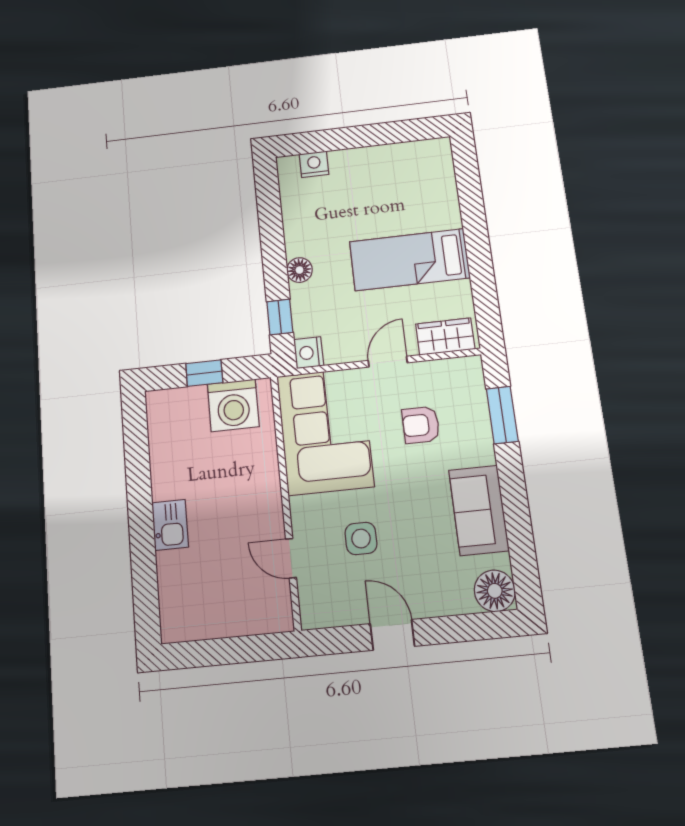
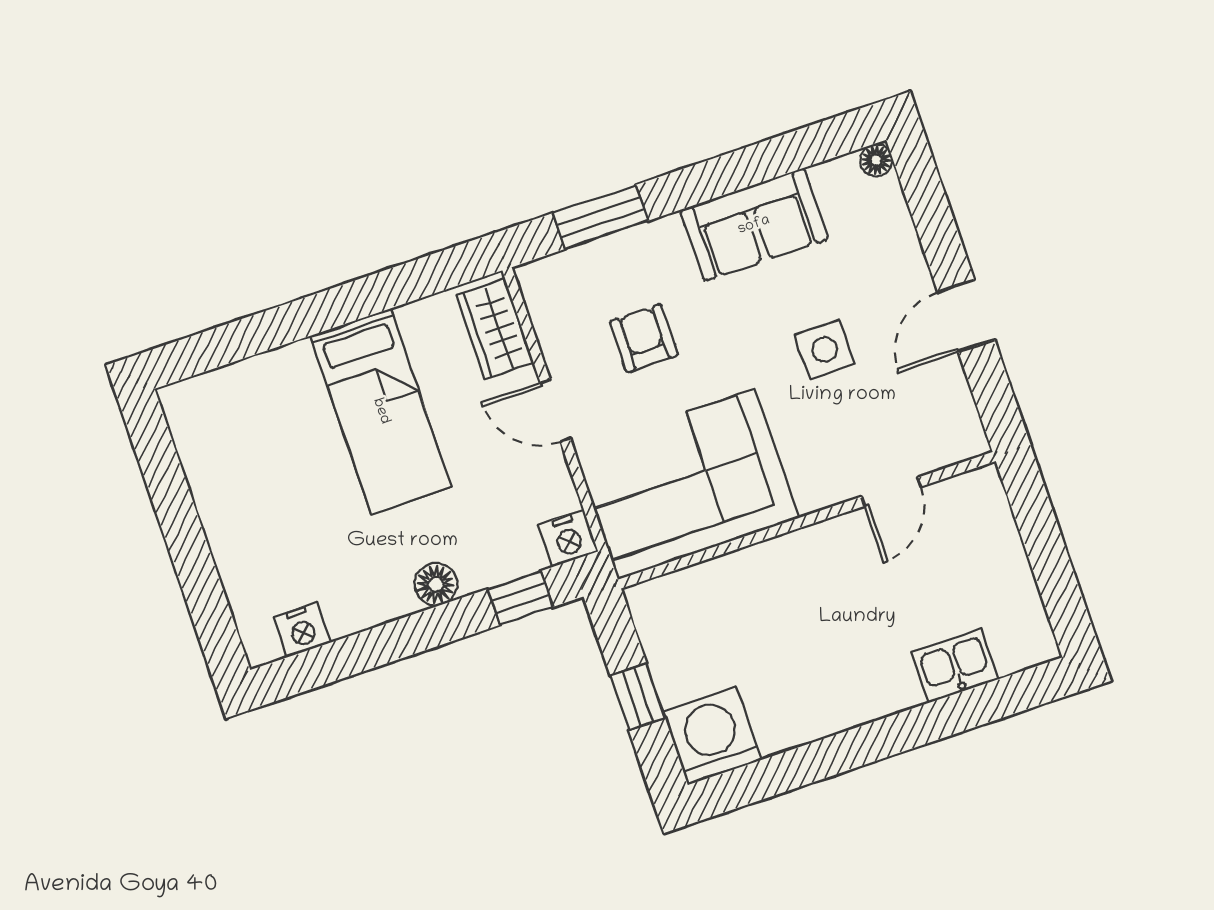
nightstand: (314, 164) -> (302, 630), moved, turned -90
washing machine: (233, 405) -> (712, 736), moved, turned -90
armchair: (421, 425) -> (644, 338), turned 180
kitchen sink: (170, 525) -> (955, 666), moved
side table: (361, 538) -> (825, 350), moved
floor lamp: (495, 591) -> (876, 160), width x0.53, depth x0.53

